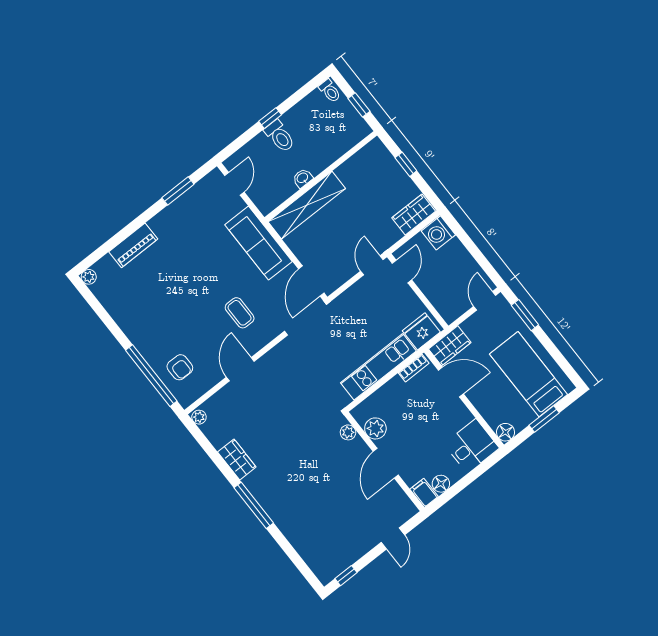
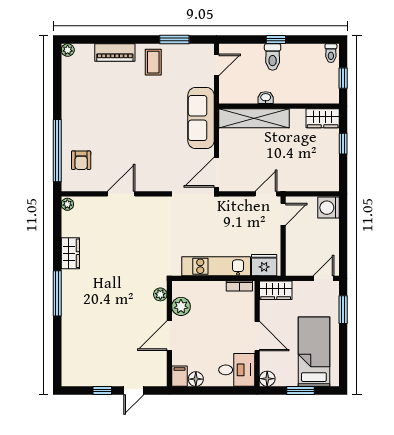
wardrobe: (414, 215) -> (323, 118), moved, turned 180
coffee table: (240, 313) -> (153, 62), moved
door: (451, 382) -> (257, 336), moved
window: (346, 576) -> (102, 390), moved

